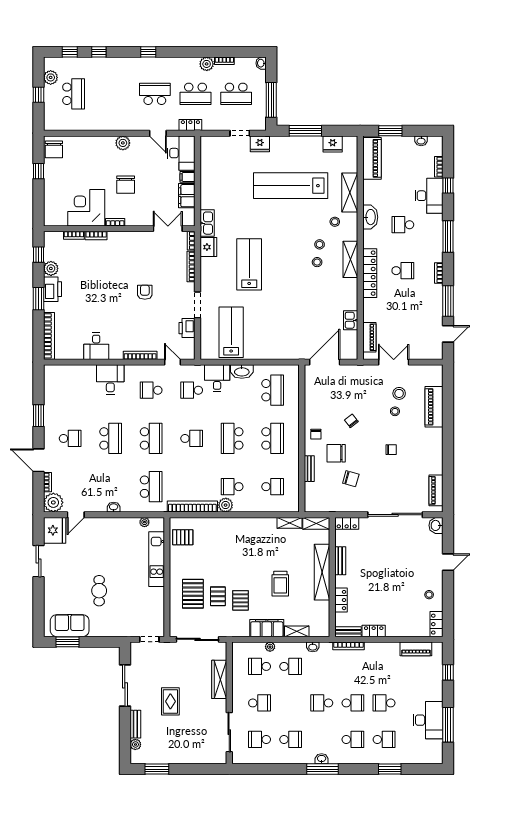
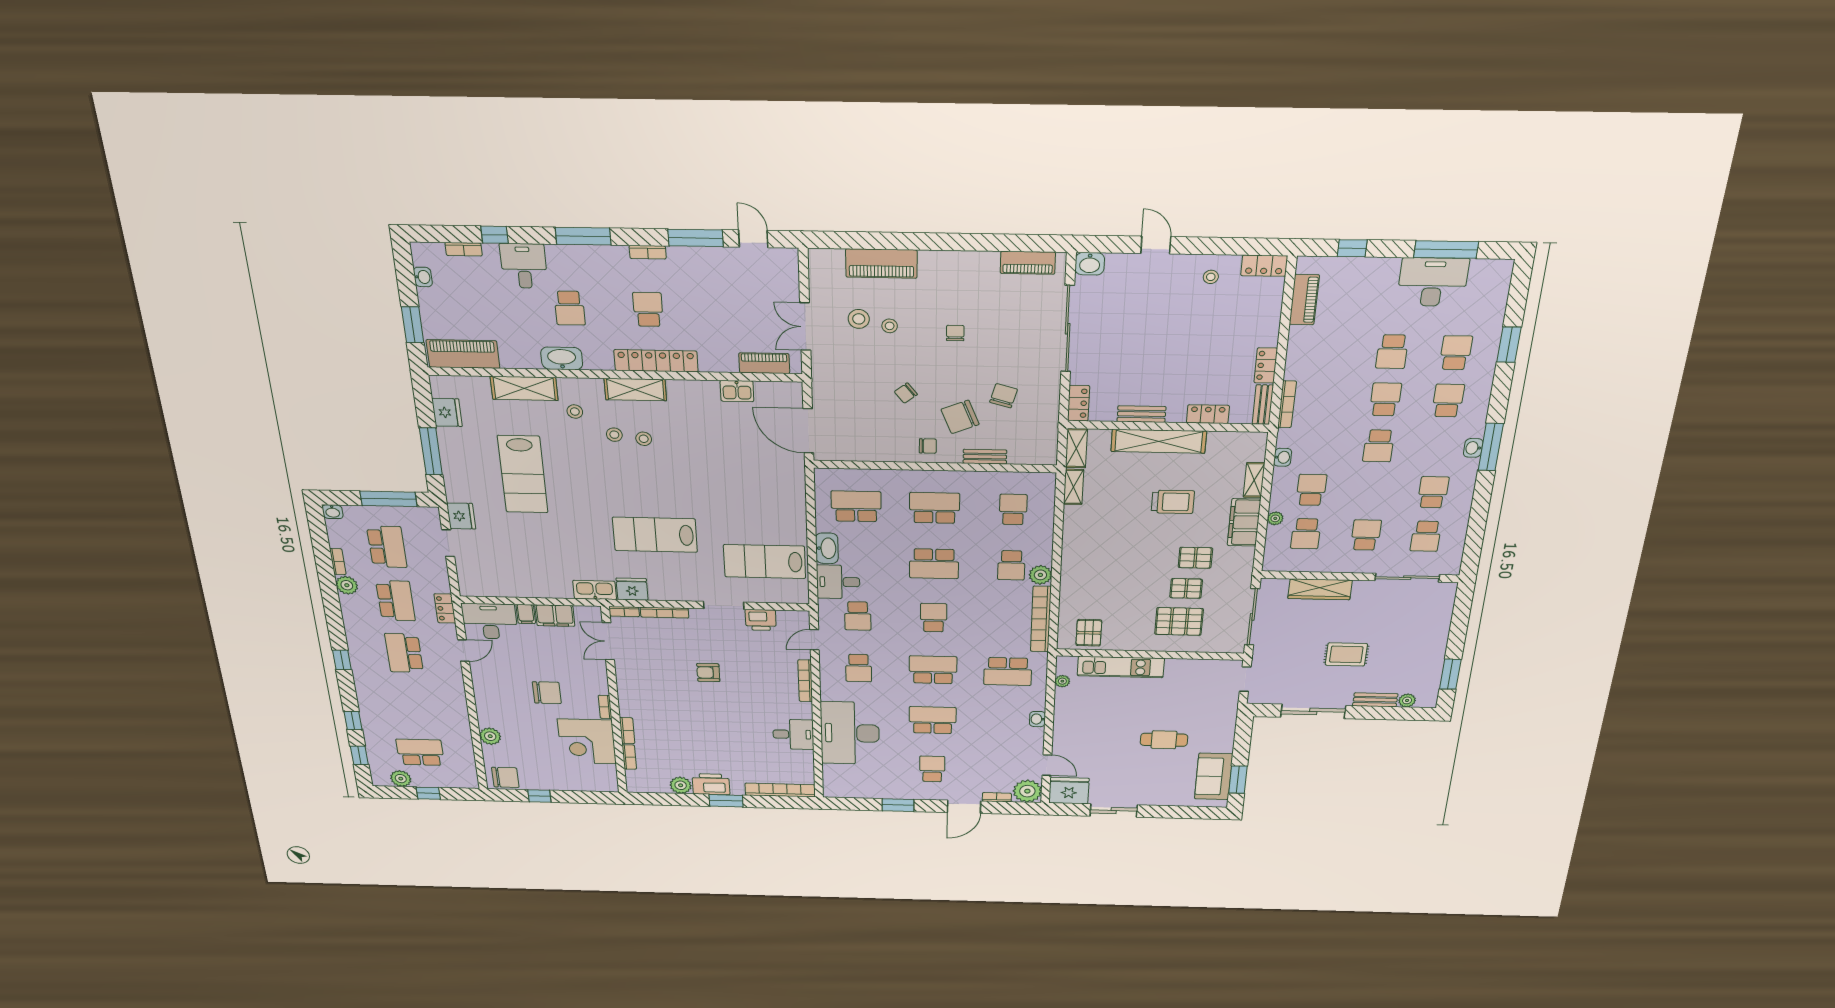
plant: (123, 143) -> (490, 736), moved
lab bench: (291, 186) -> (523, 474), width x0.73
desk: (429, 196) -> (524, 266), width x0.73
window: (39, 255) -> (661, 799), removed
desk: (110, 379) -> (850, 733), width x1.87, depth x1.30
chair: (336, 453) -> (960, 417), turned 68
school desk: (151, 487) -> (1008, 671), turned 180

